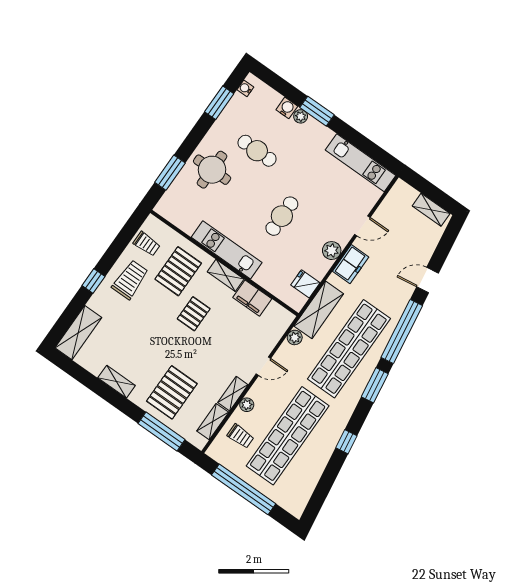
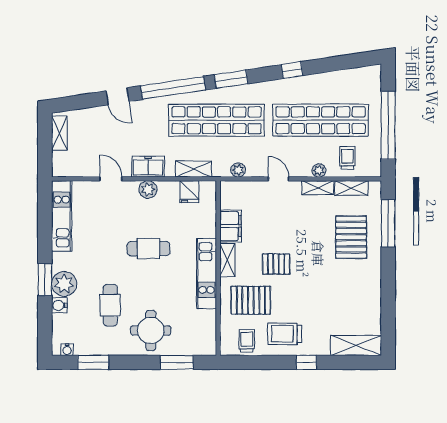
plant: (301, 116) -> (64, 284), width x1.88, depth x1.88
shelving: (319, 310) -> (194, 169), width x0.67, depth x0.75
shelving: (117, 382) -> (374, 287), removed
pallet: (172, 392) -> (351, 237), turned 90

